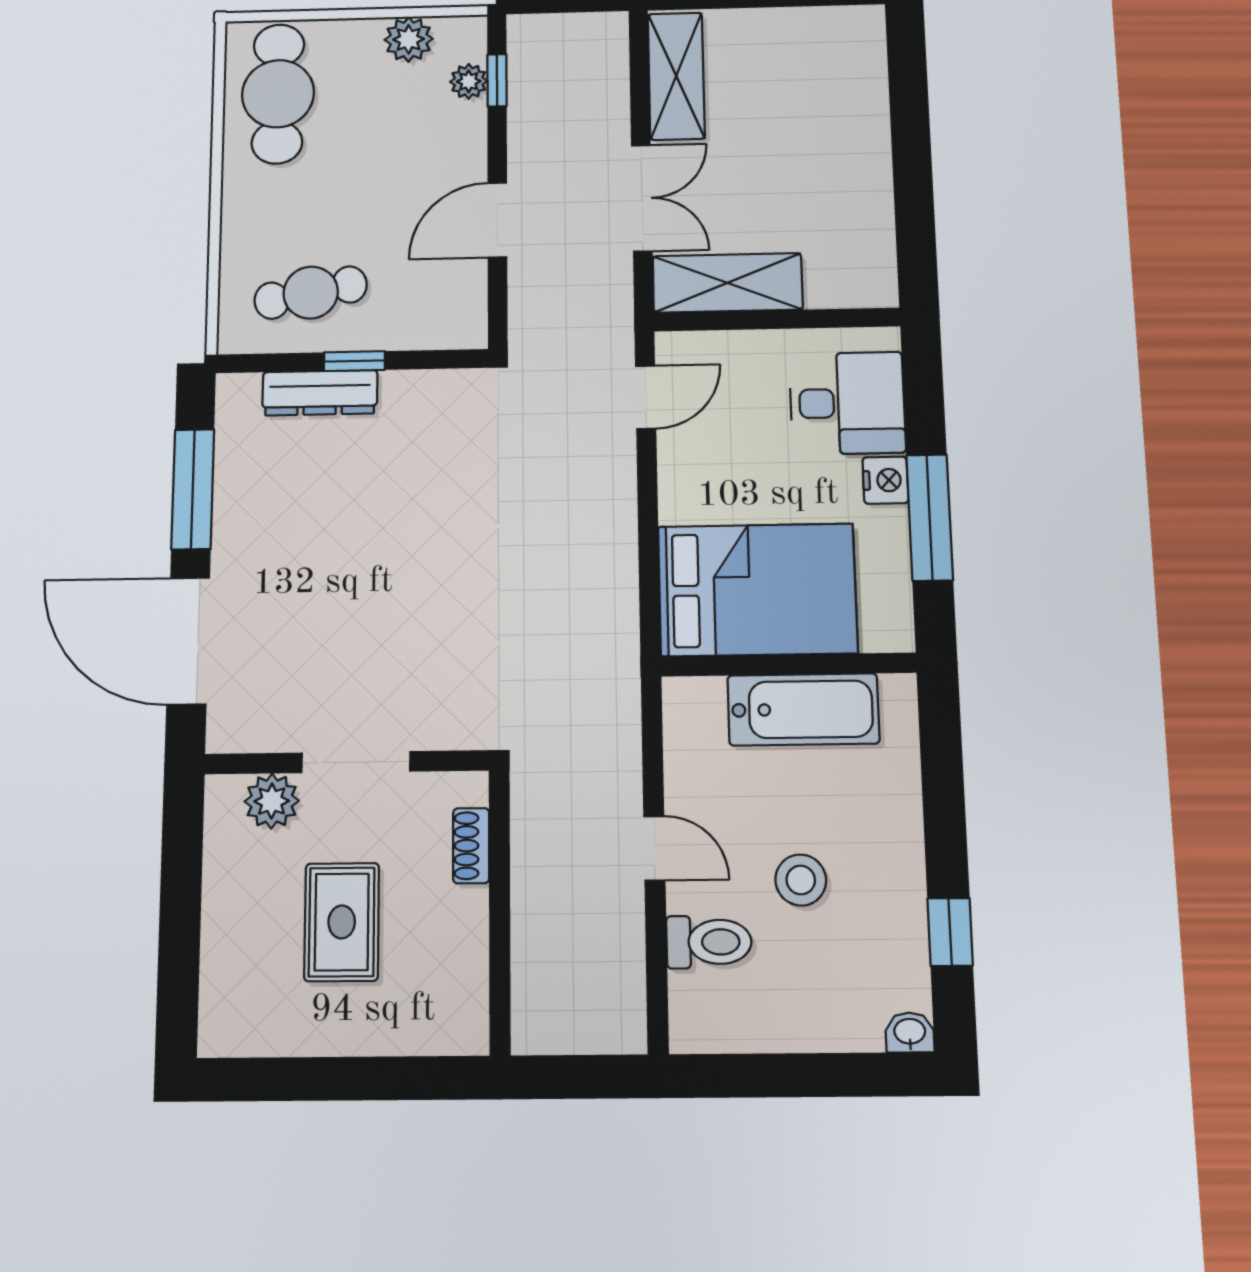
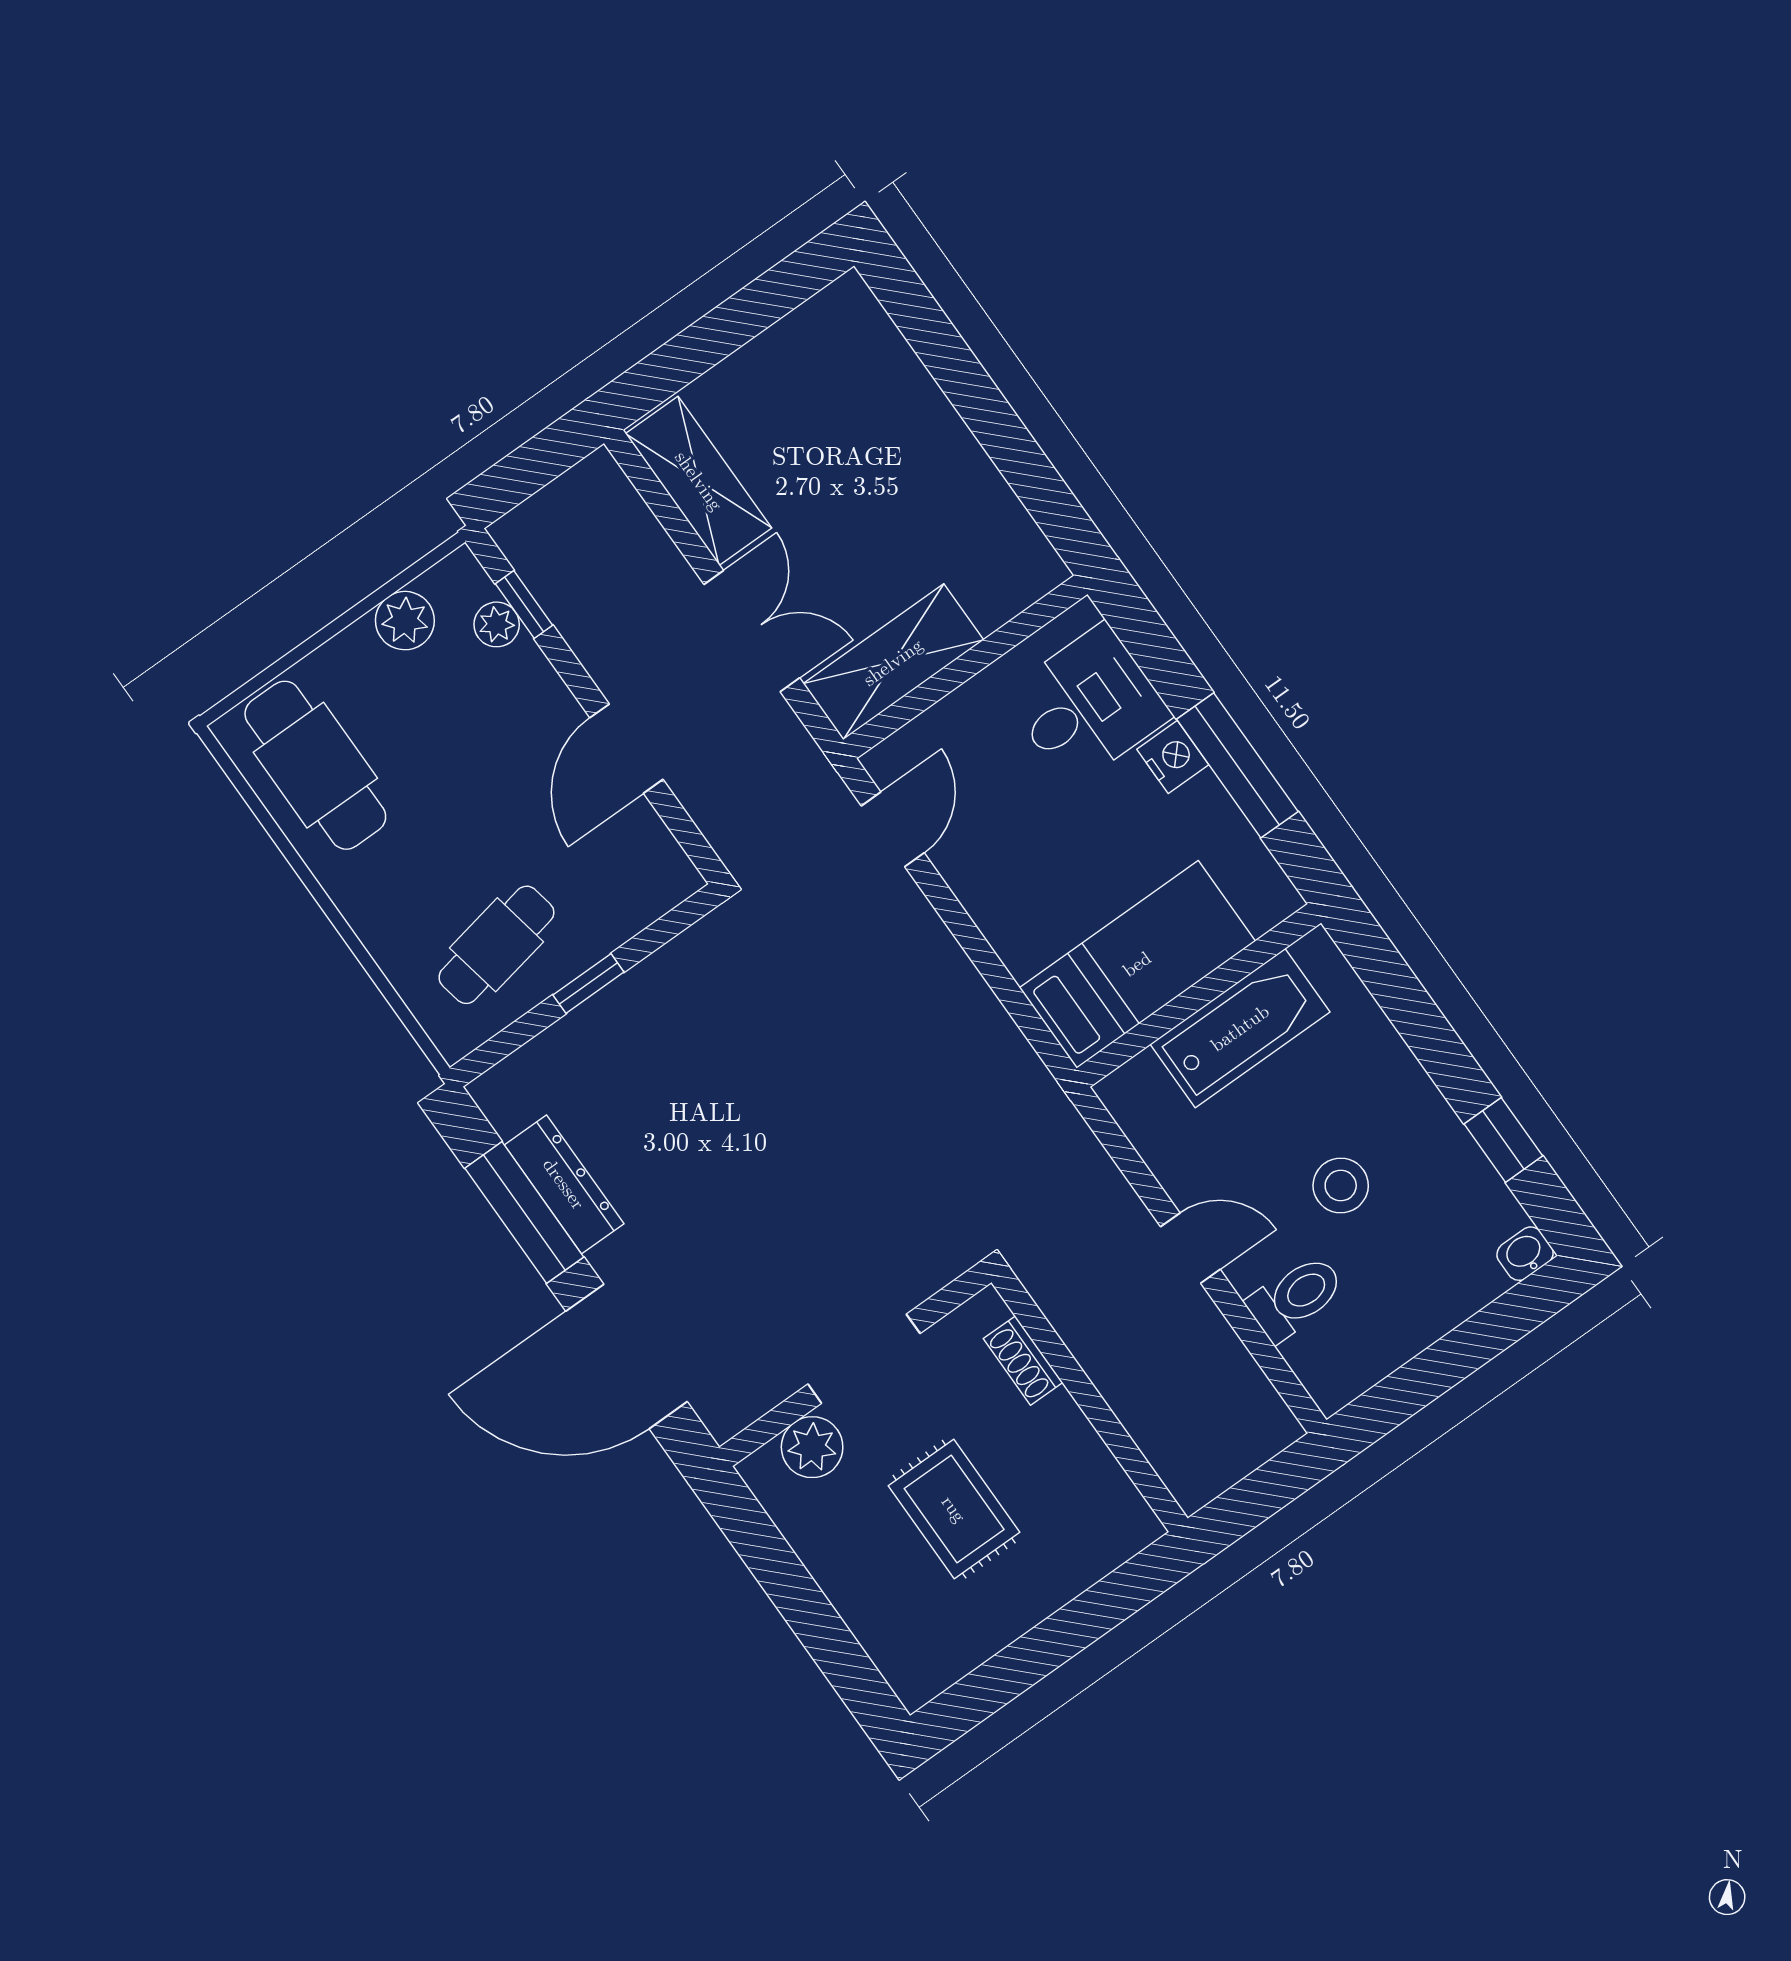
dresser: (320, 393) -> (564, 1184), moved, turned -90
bed: (757, 590) -> (1137, 964), width x0.67

